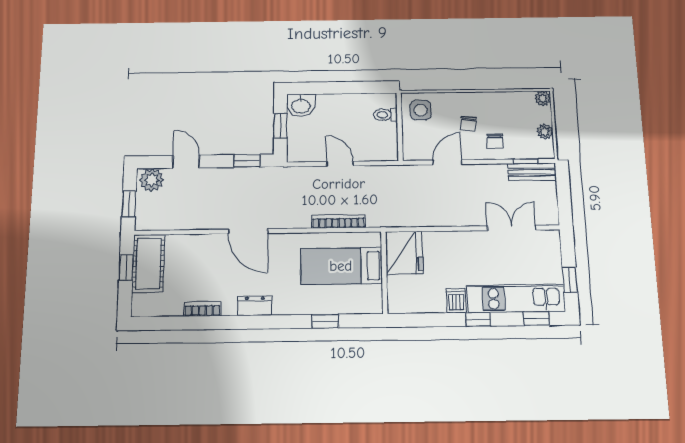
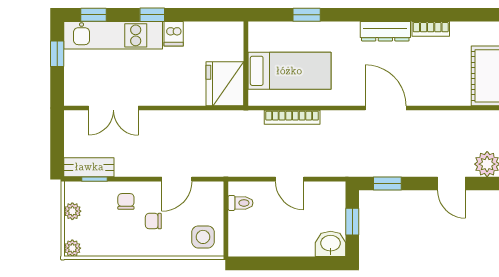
toilet: (386, 115) -> (240, 203), moved
chair: (468, 124) -> (153, 221), turned -98
dresser: (255, 306) -> (385, 31), width x1.44

